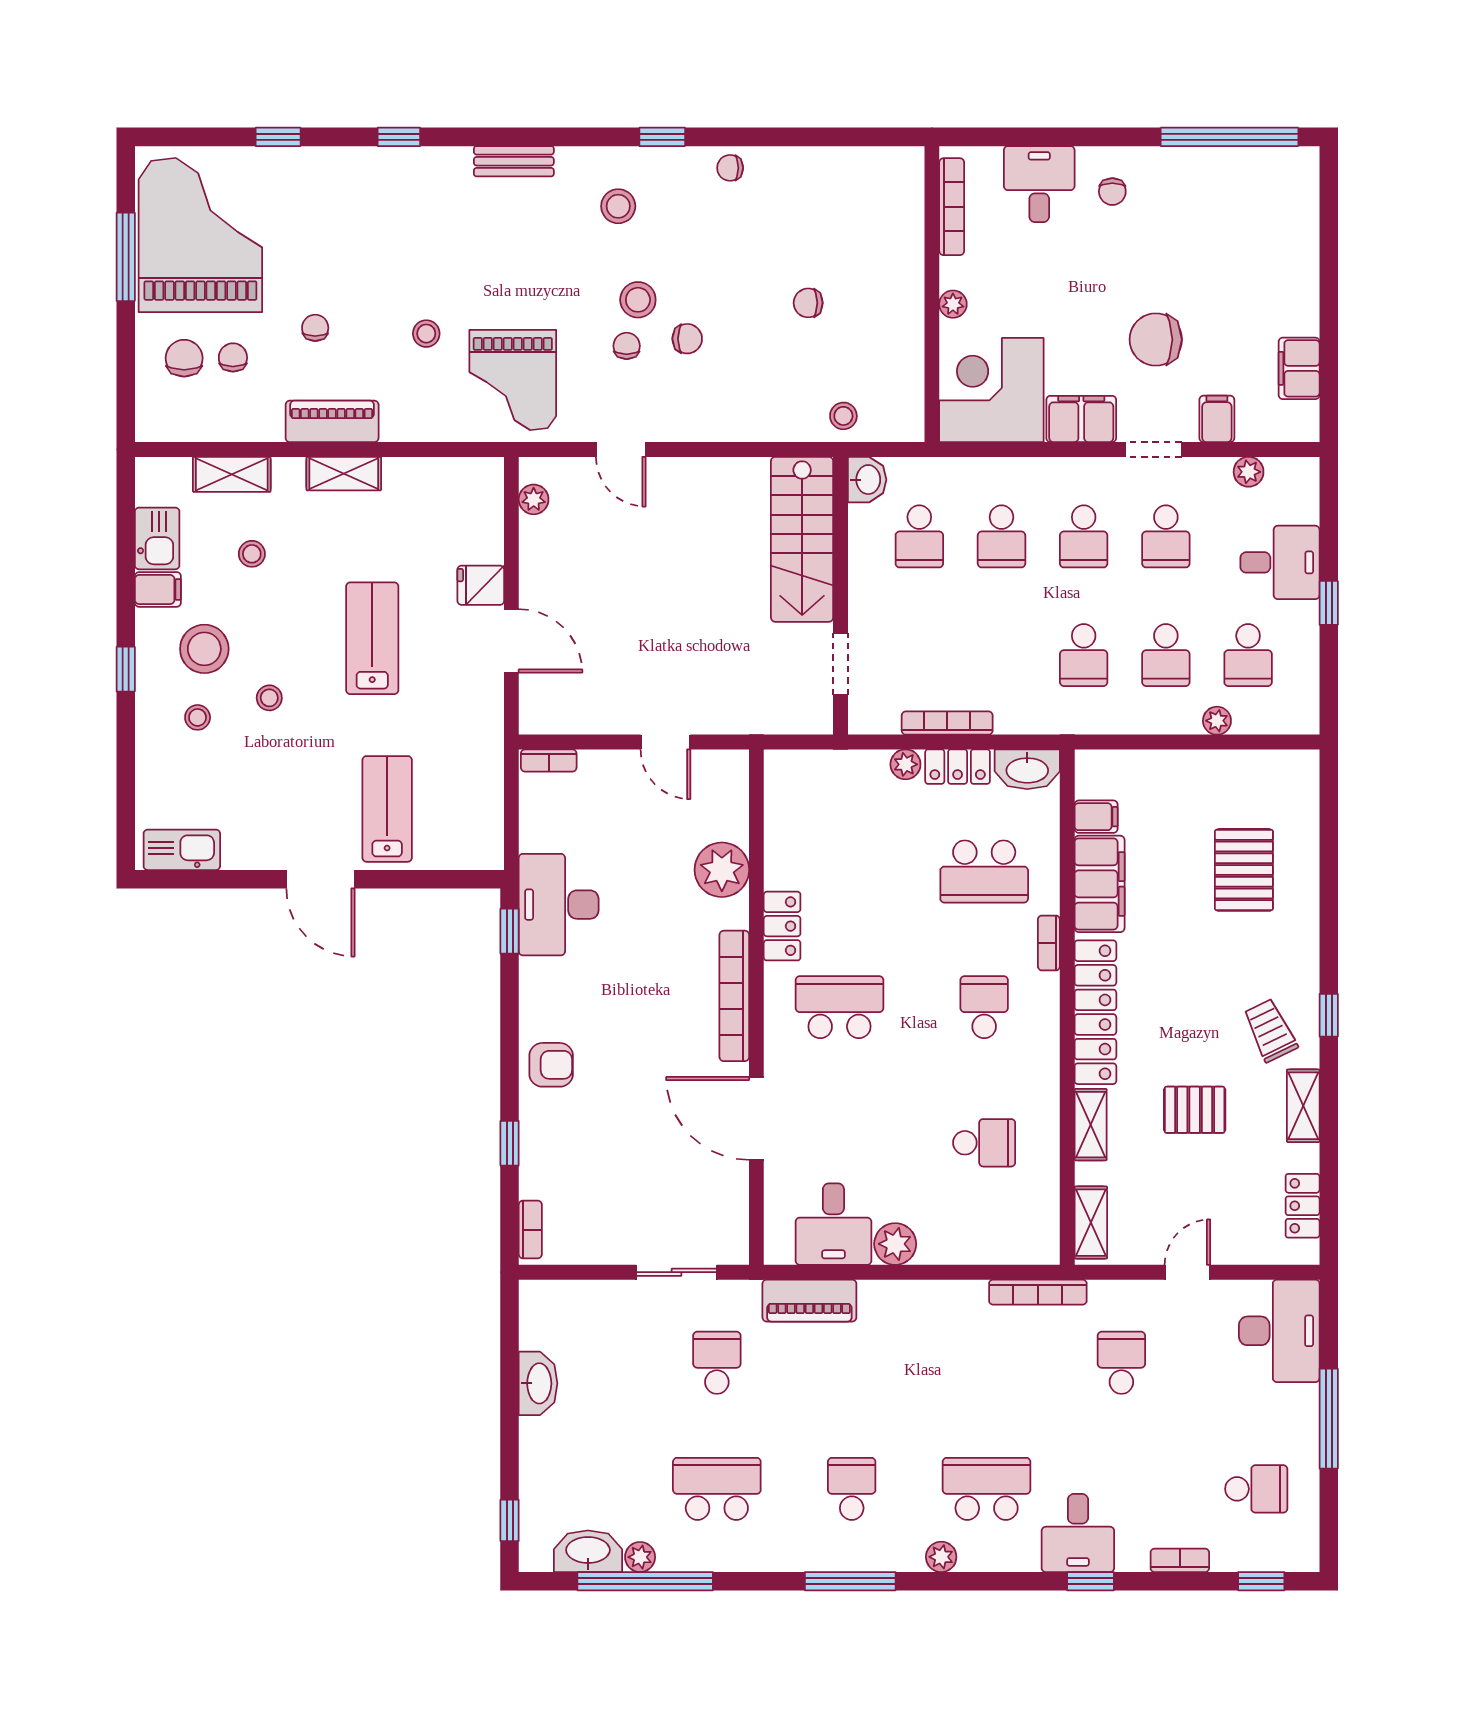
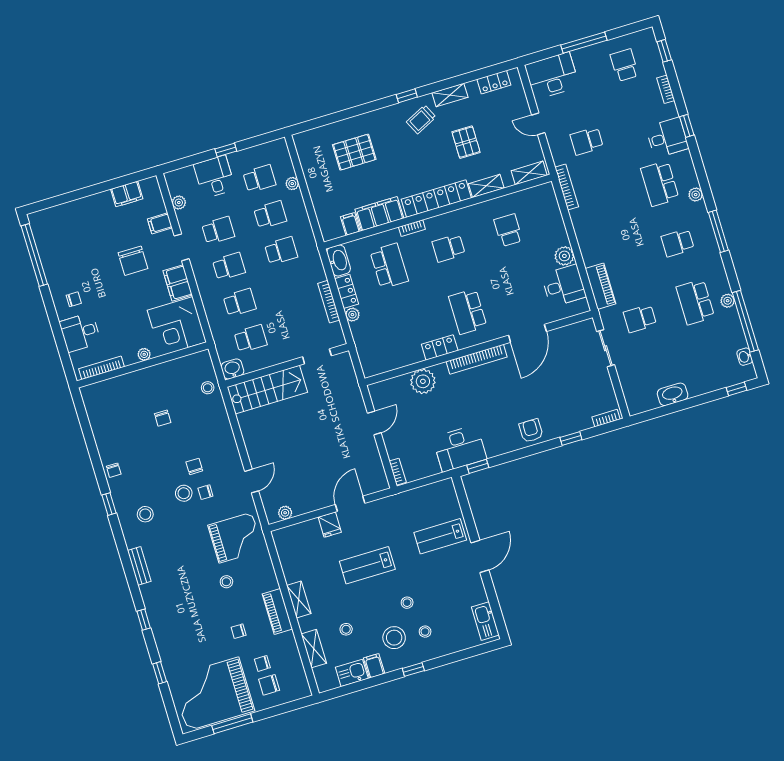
washbasin: (588, 1551) -> (745, 357), width x0.52, depth x0.69
plant: (640, 1557) -> (728, 301), moved

